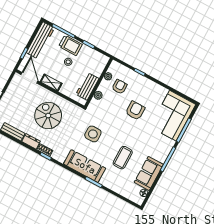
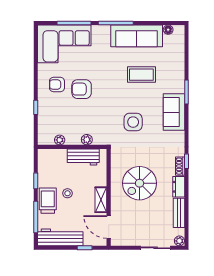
door: (29, 78) -> (109, 227), hinge flipped
armchair: (120, 87) -> (57, 85), moved
sofa: (85, 166) -> (174, 112), width x0.73
sofa: (149, 173) -> (137, 36), width x1.36

